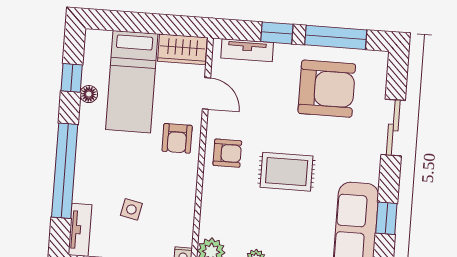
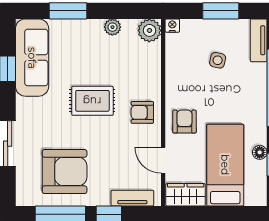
armchair: (327, 89) -> (65, 172), turned 180

